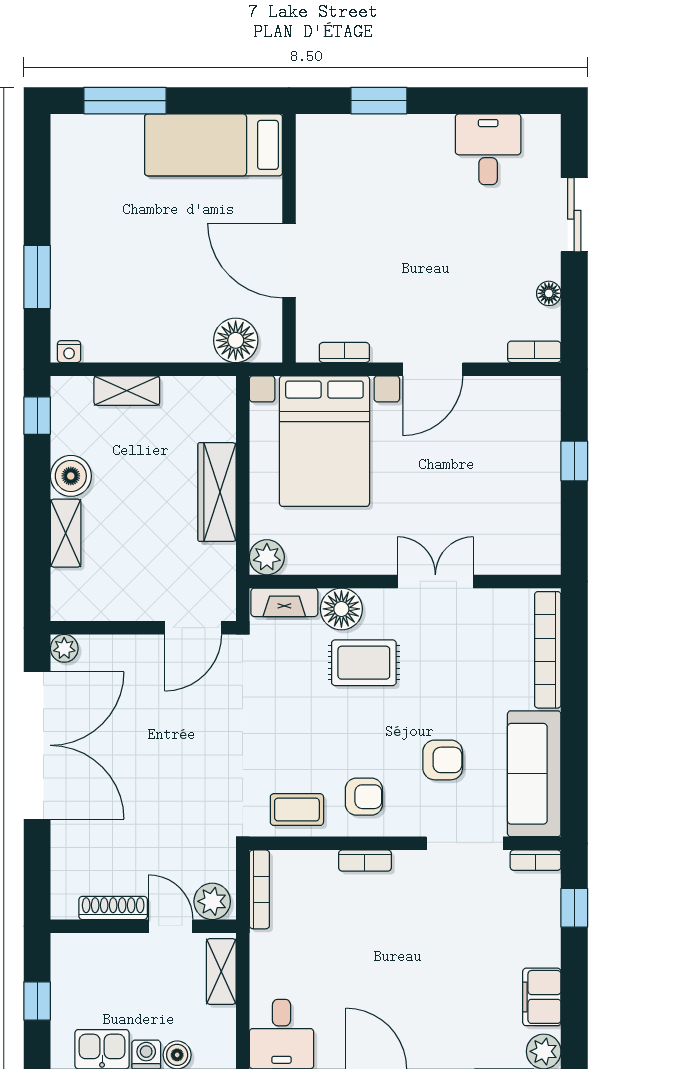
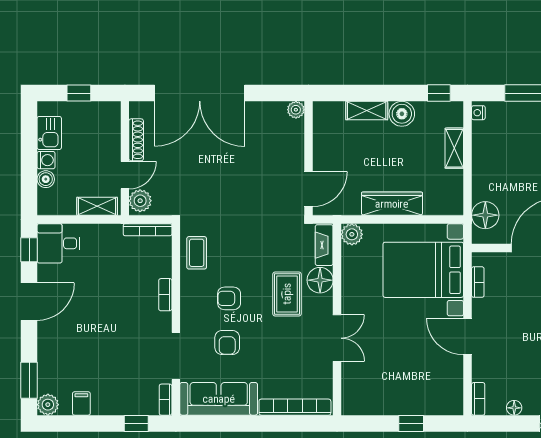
door: (193, 628) -> (308, 189), swing flipped
double door: (37, 745) -> (200, 93), moved
armchair: (364, 797) -> (229, 298), moved, turned 90
filing cabinet: (542, 997) -> (81, 403), width x0.50

